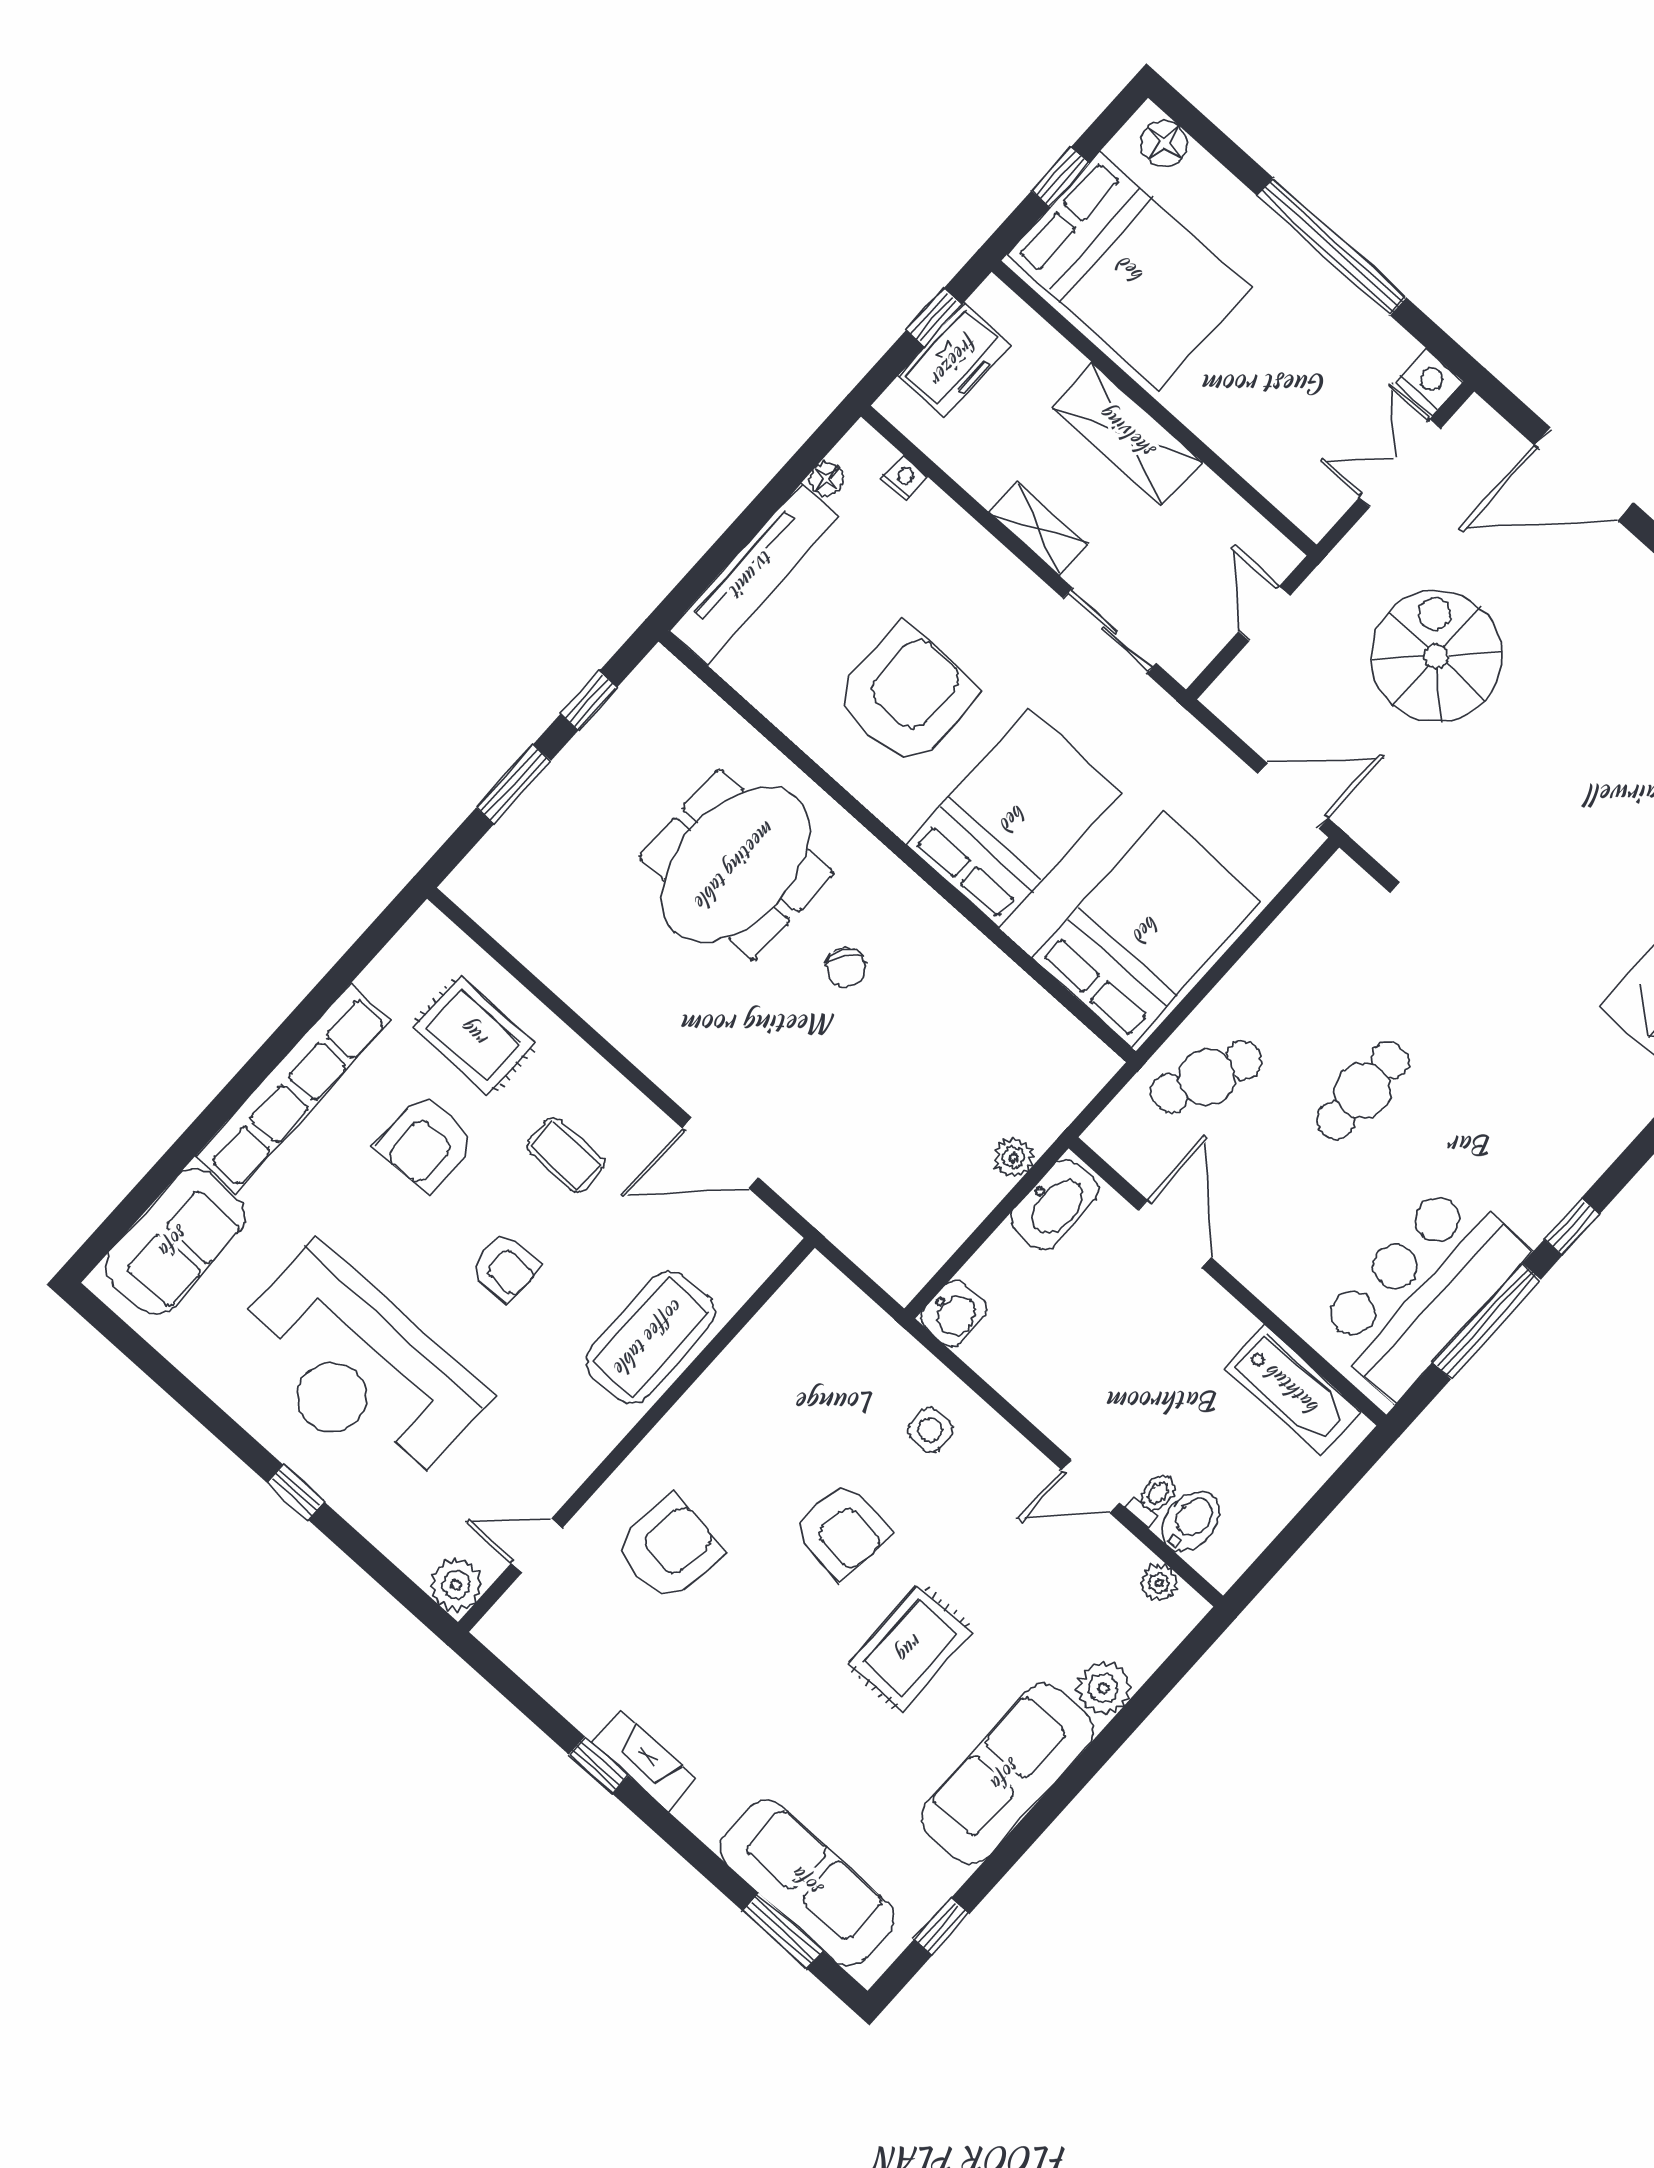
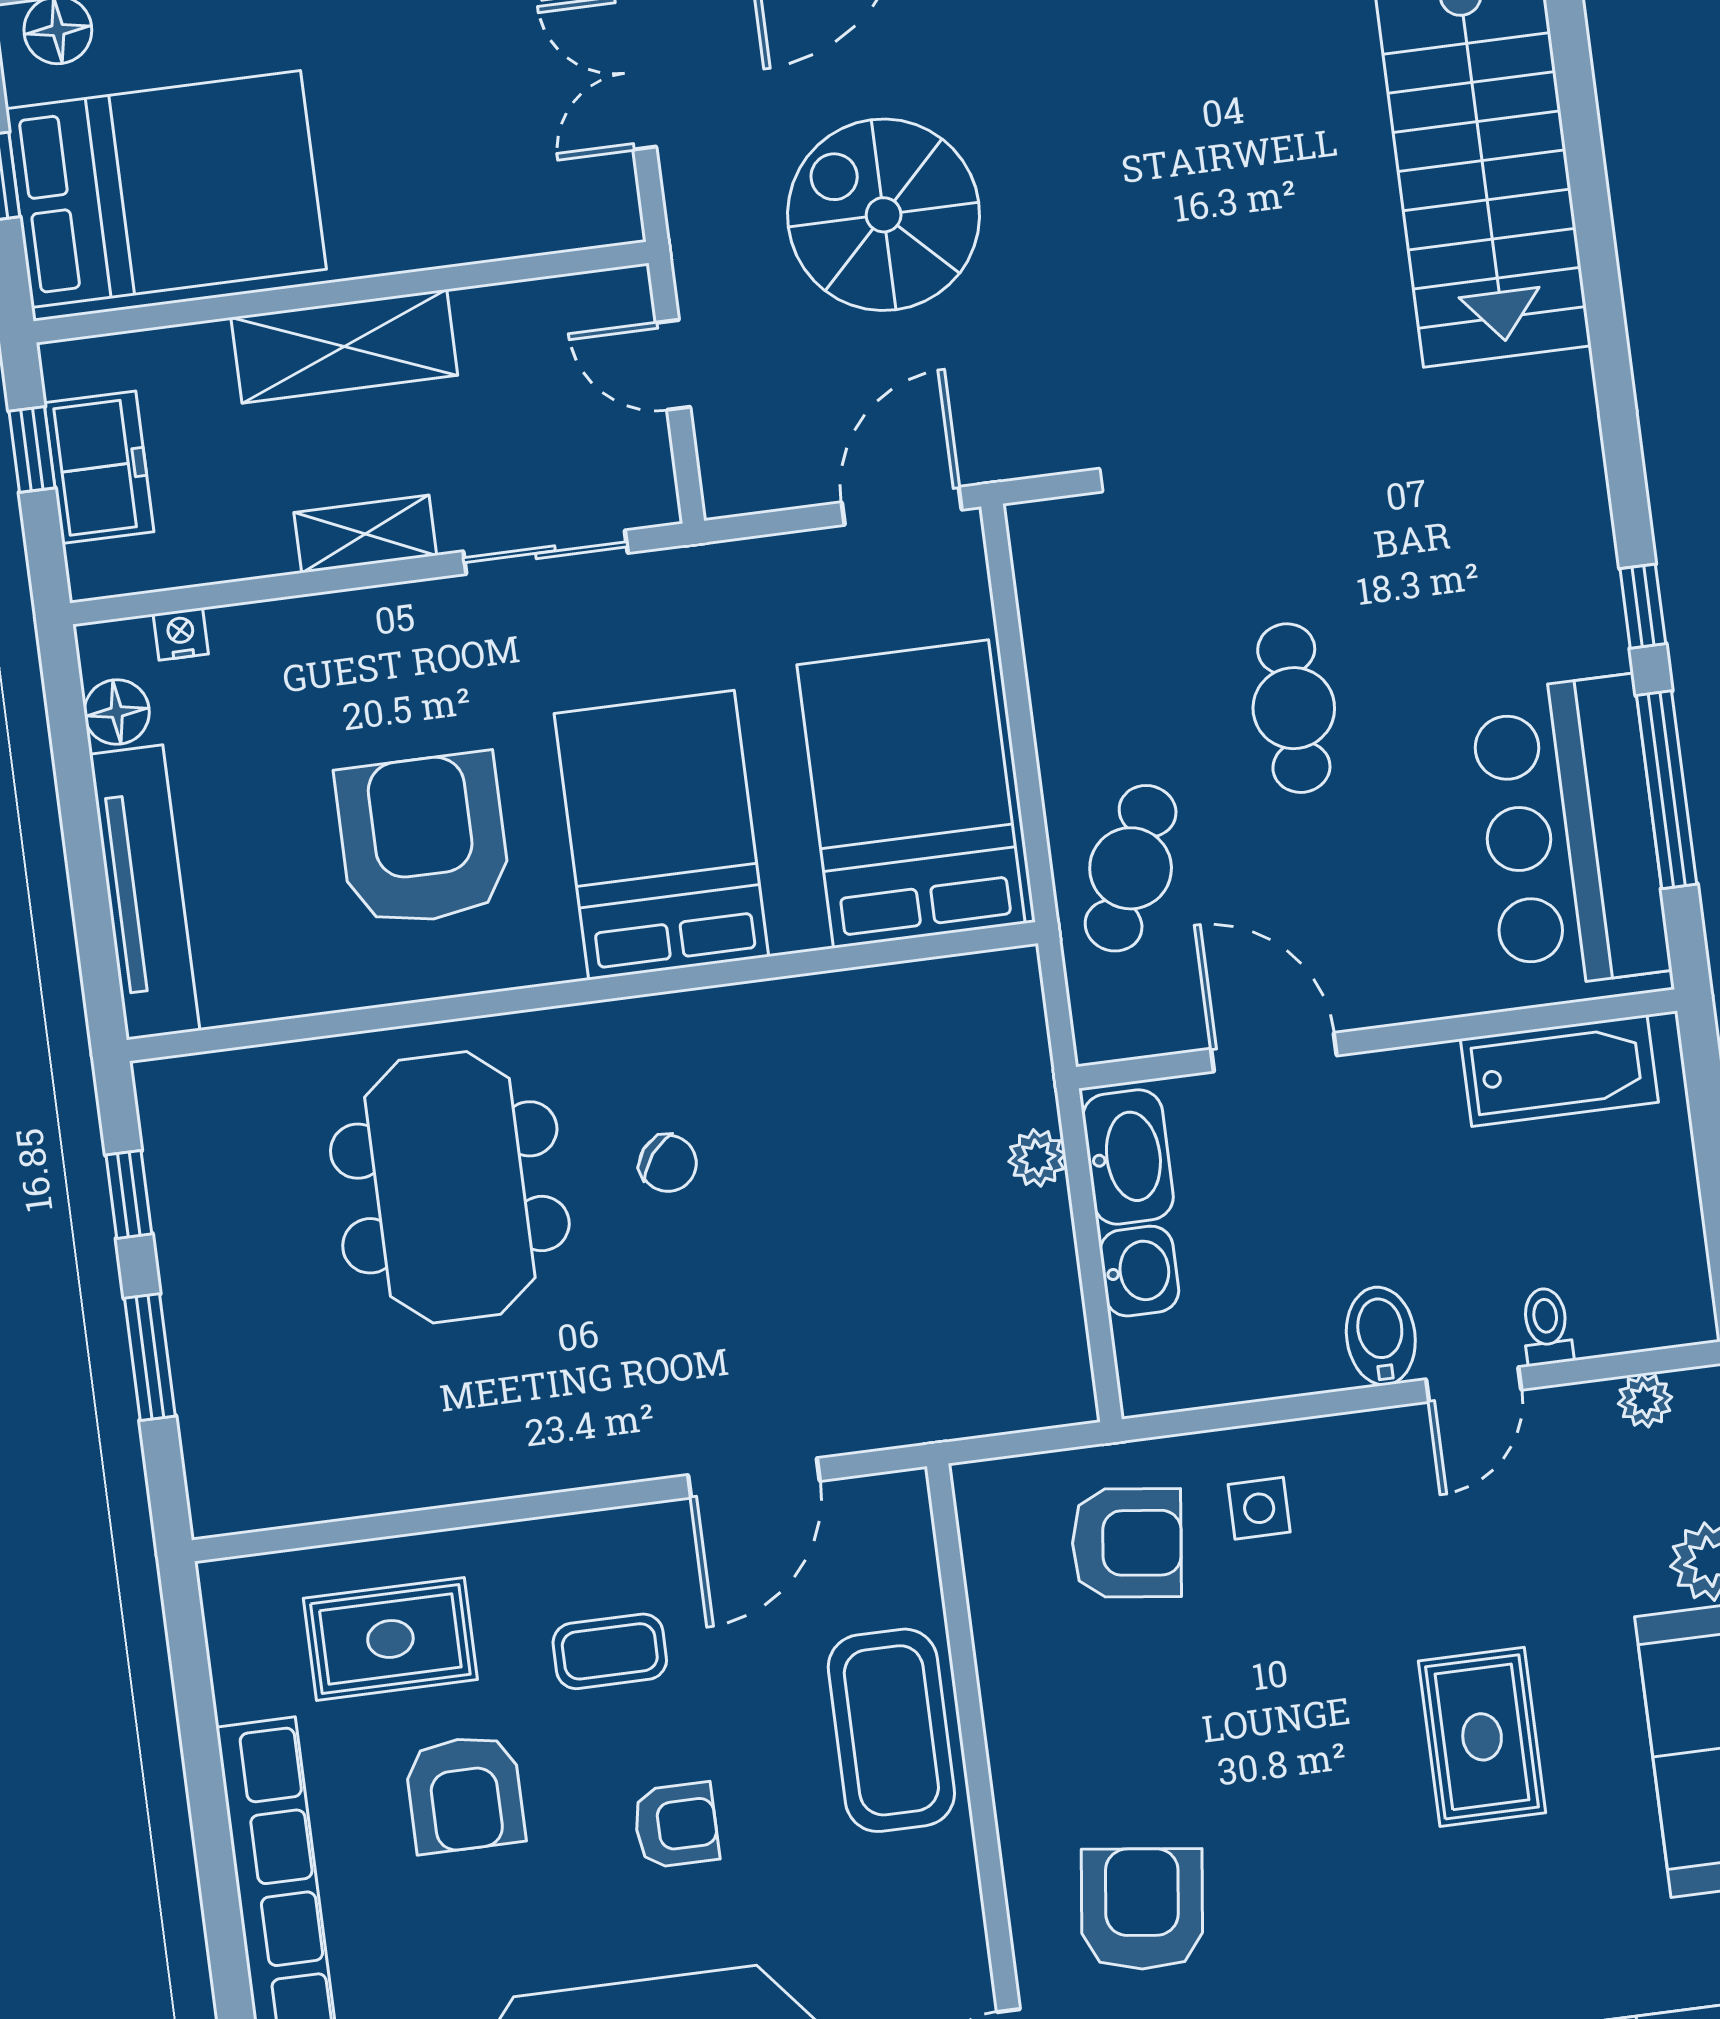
floor lamp: (826, 479) -> (117, 712), width x1.37, depth x1.37
washbasin: (954, 1313) -> (1139, 1271), moved
bidet: (1191, 1521) -> (1381, 1336), moved
armchair: (842, 1530) -> (1127, 1543), moved

